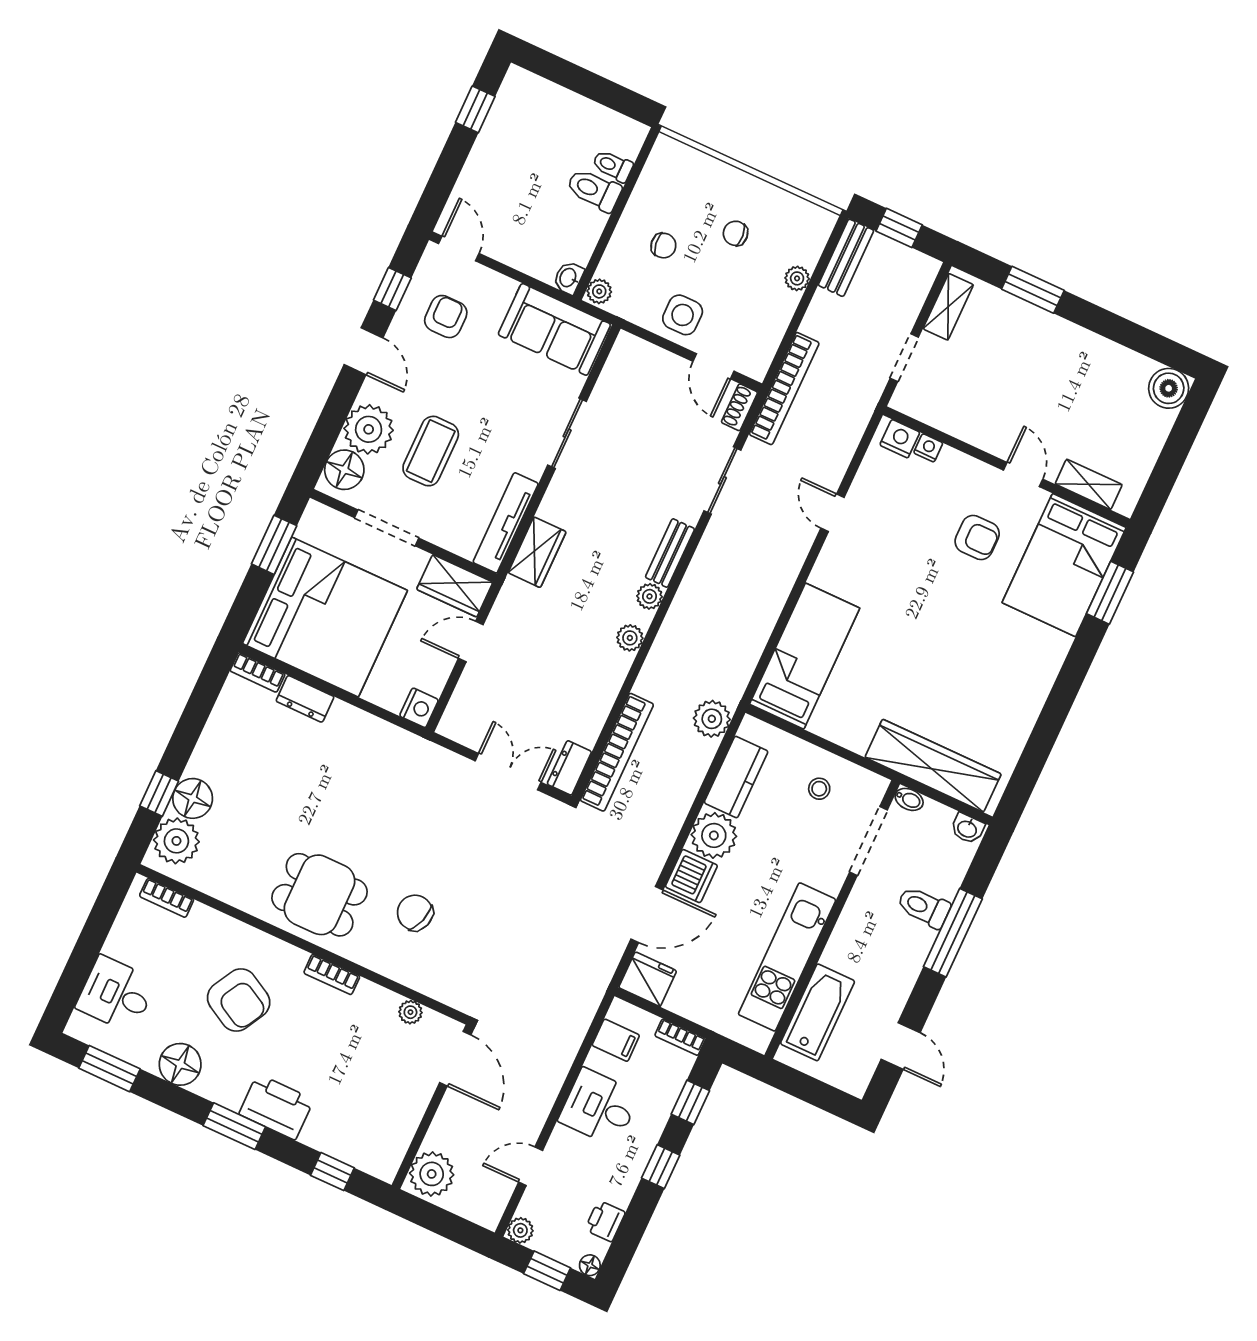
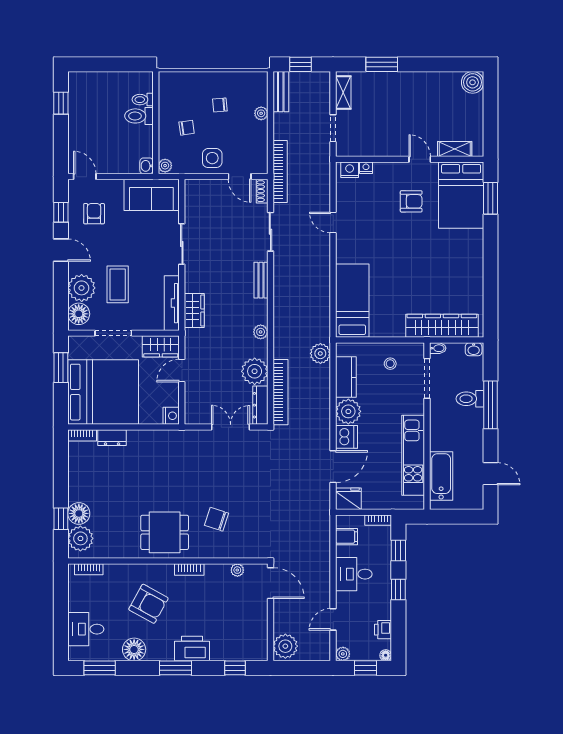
plant: (650, 596) -> (255, 371), moved, width x1.87, depth x1.87
dresser: (569, 768) -> (260, 405), width x1.44

